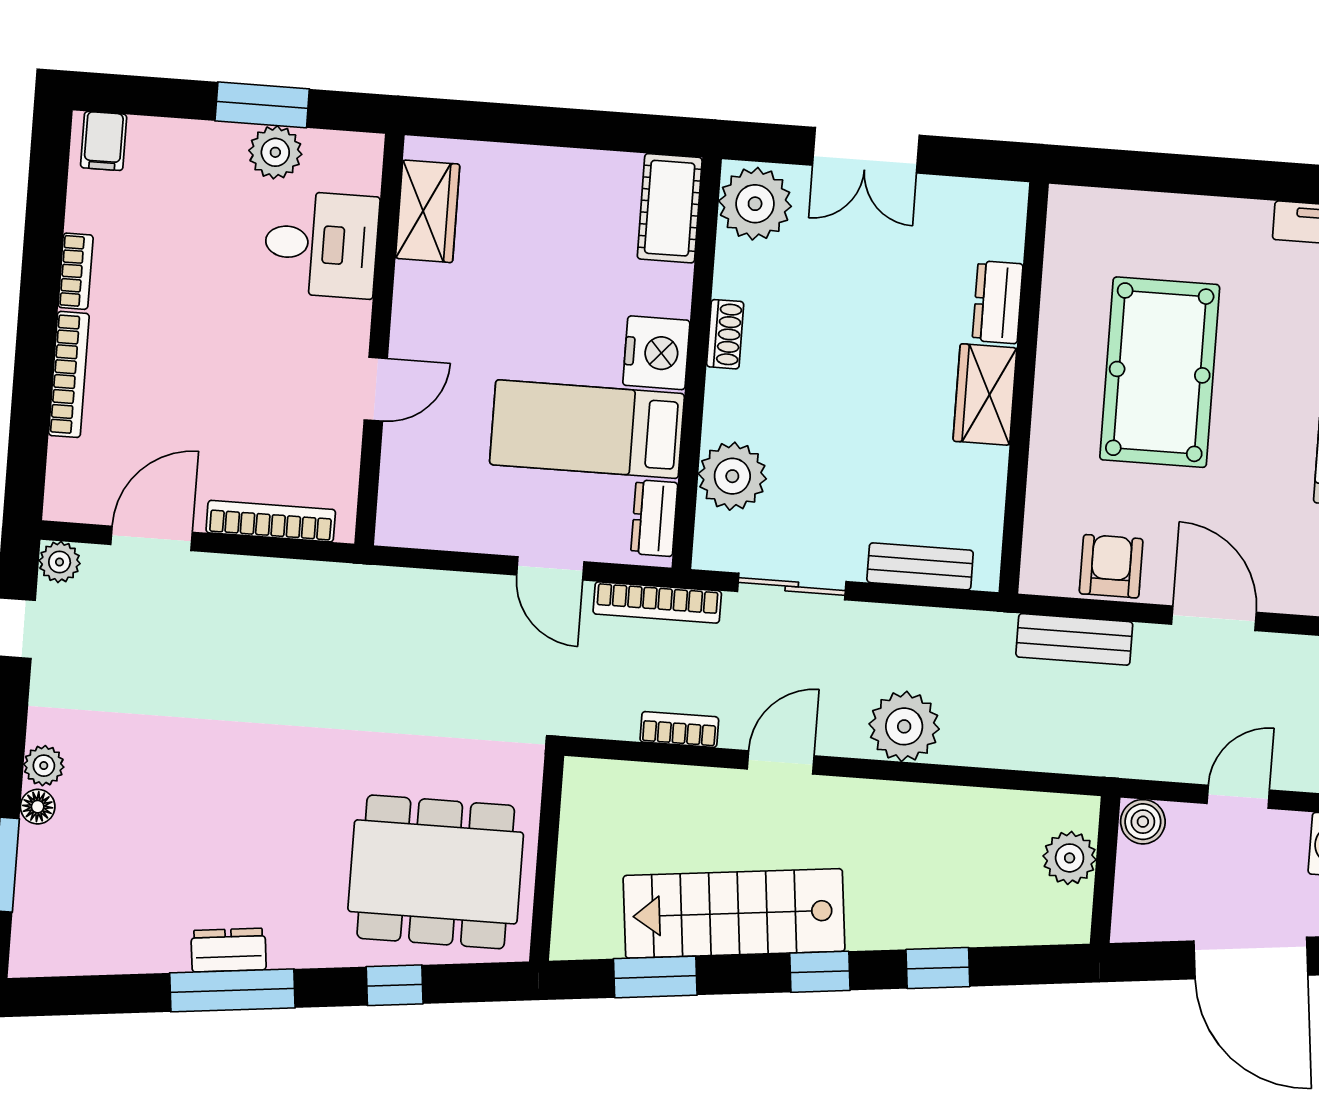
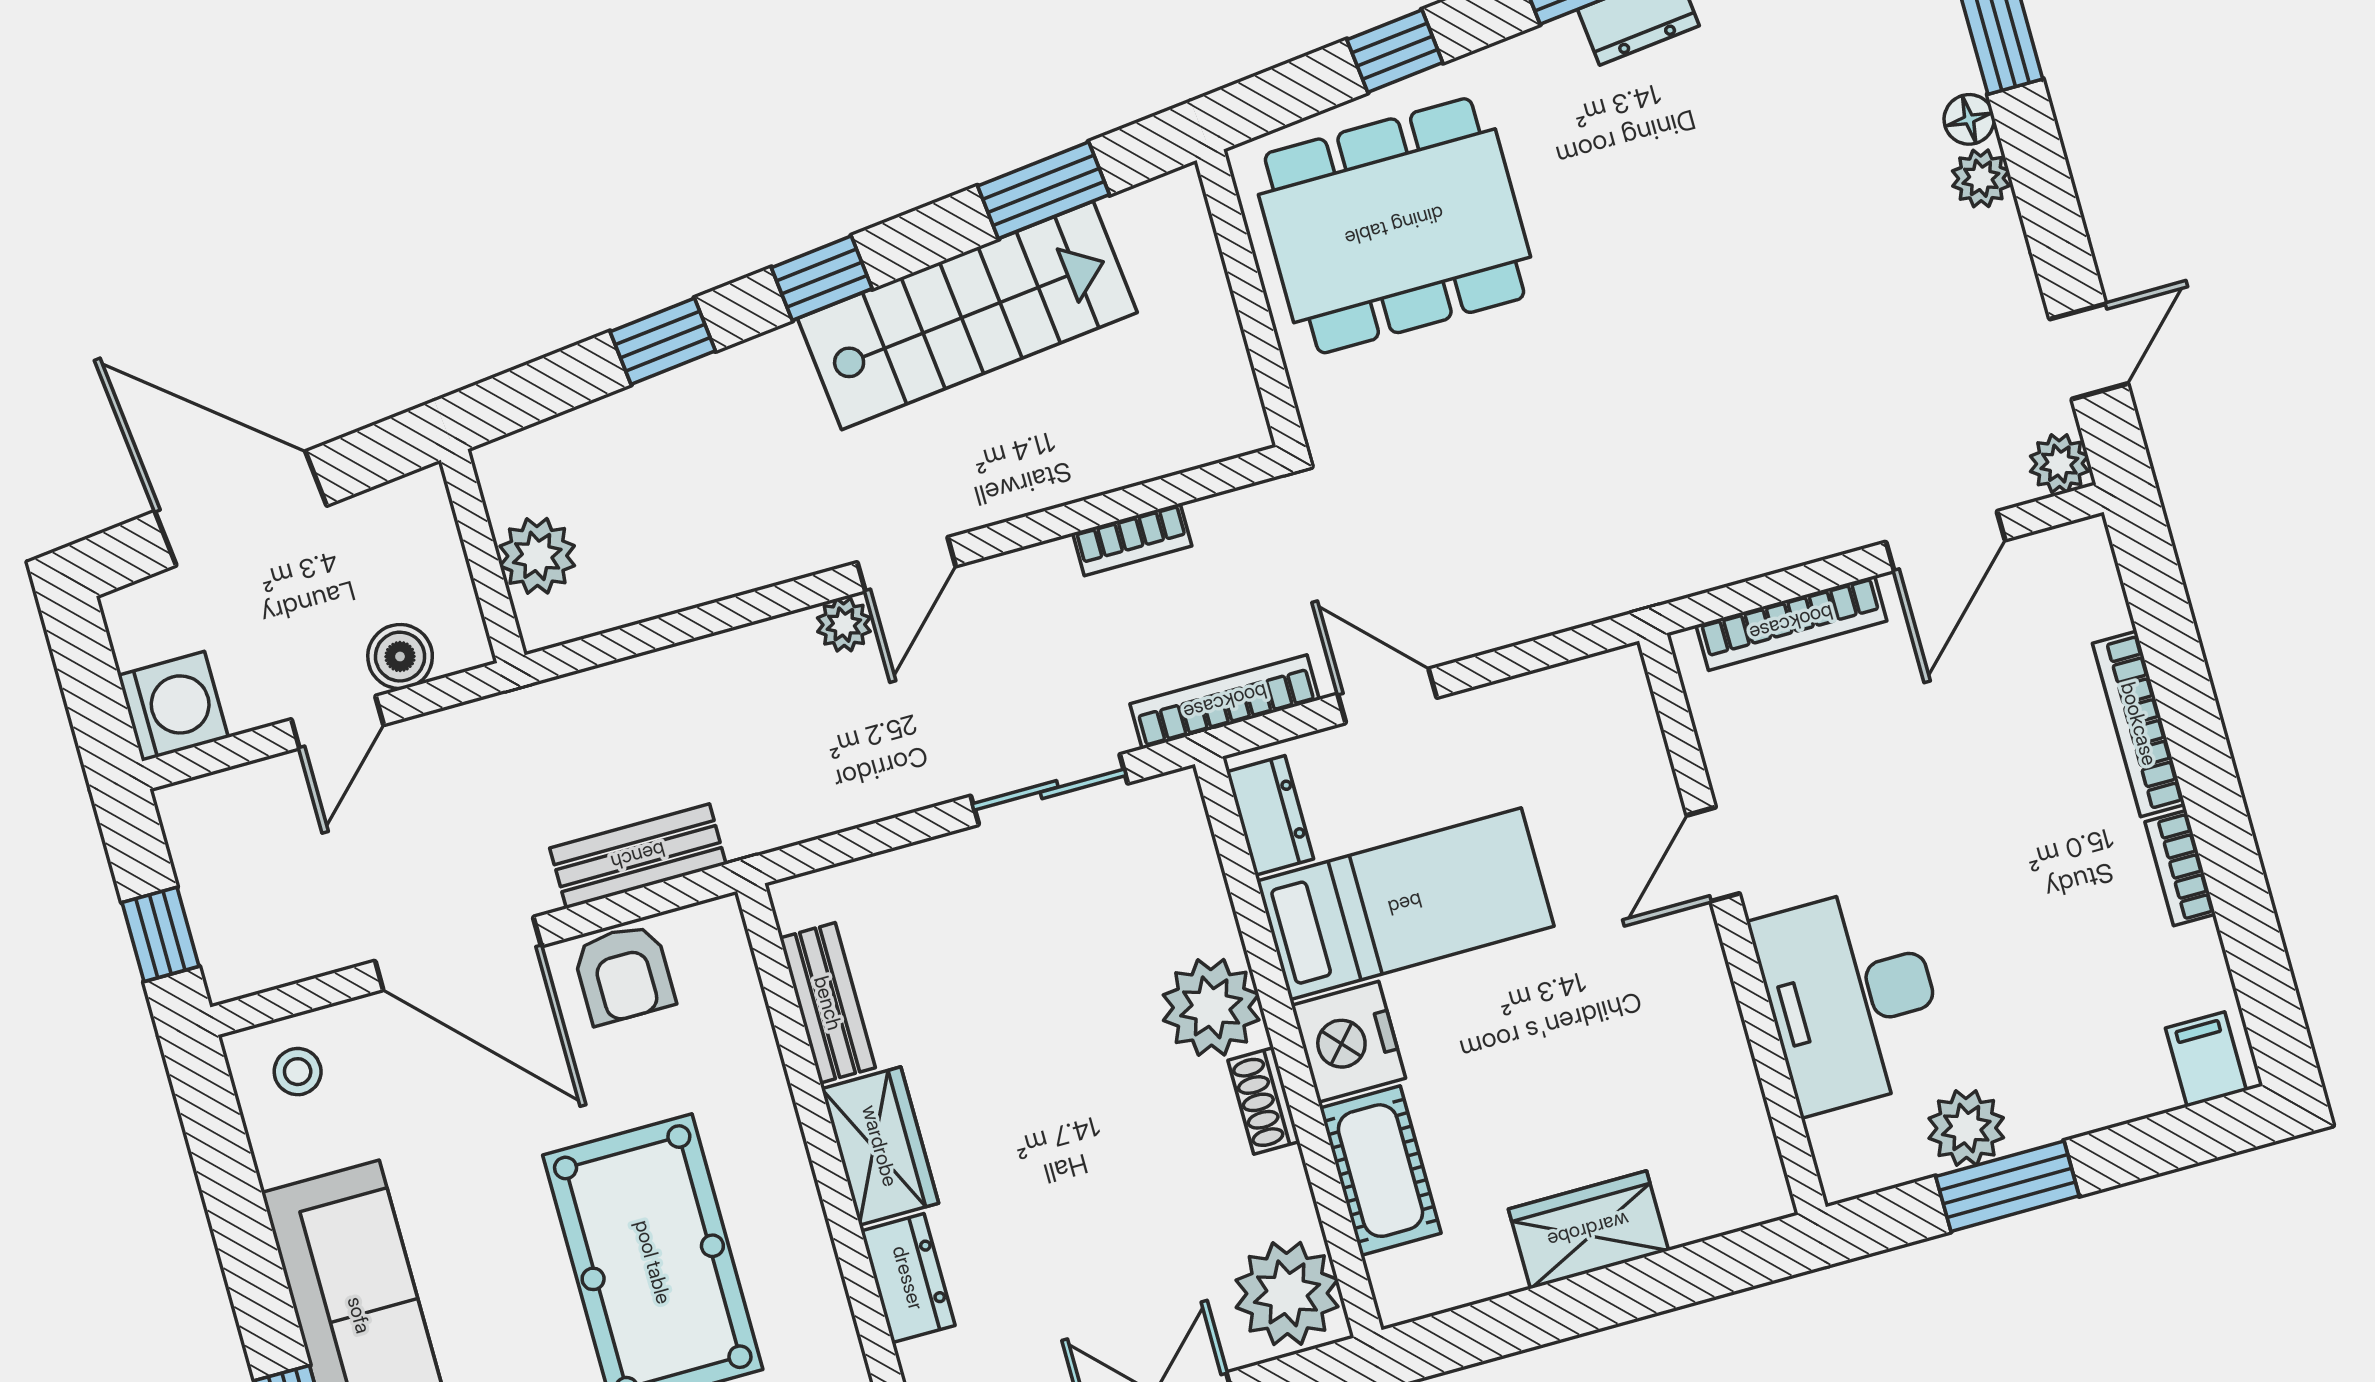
cot: (670, 208) -> (1380, 1171), moved
wardrobe: (428, 211) -> (1588, 1230), moved, turned 90
desk: (321, 244) -> (1851, 998), width x1.37
plant: (732, 476) -> (1211, 1007), moved
bench: (920, 566) -> (828, 1003), moved, turned 90
door: (1214, 618) -> (458, 954), width x1.36
plant: (904, 726) -> (844, 625), width x0.53, depth x0.53
door: (781, 762) -> (906, 564), moved
boiler: (1143, 822) -> (400, 657), moved

